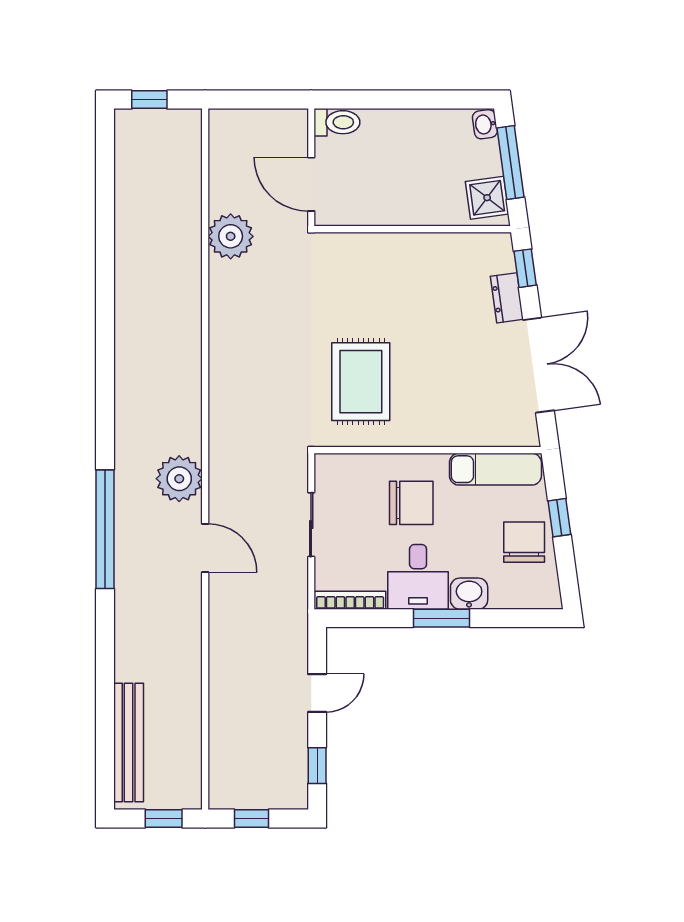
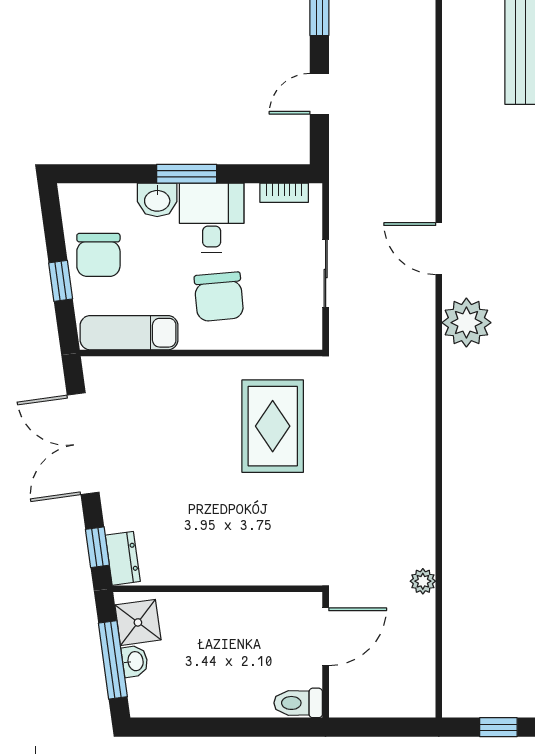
washbasin: (485, 124) -> (135, 661), moved
door: (311, 184) -> (326, 637), hinge flipped
plant: (231, 236) -> (423, 581), width x0.53, depth x0.53
dresser: (507, 298) -> (123, 558), moved
chair: (411, 503) -> (219, 297), turned -95
bookcase: (350, 600) -> (284, 193), width x0.64

